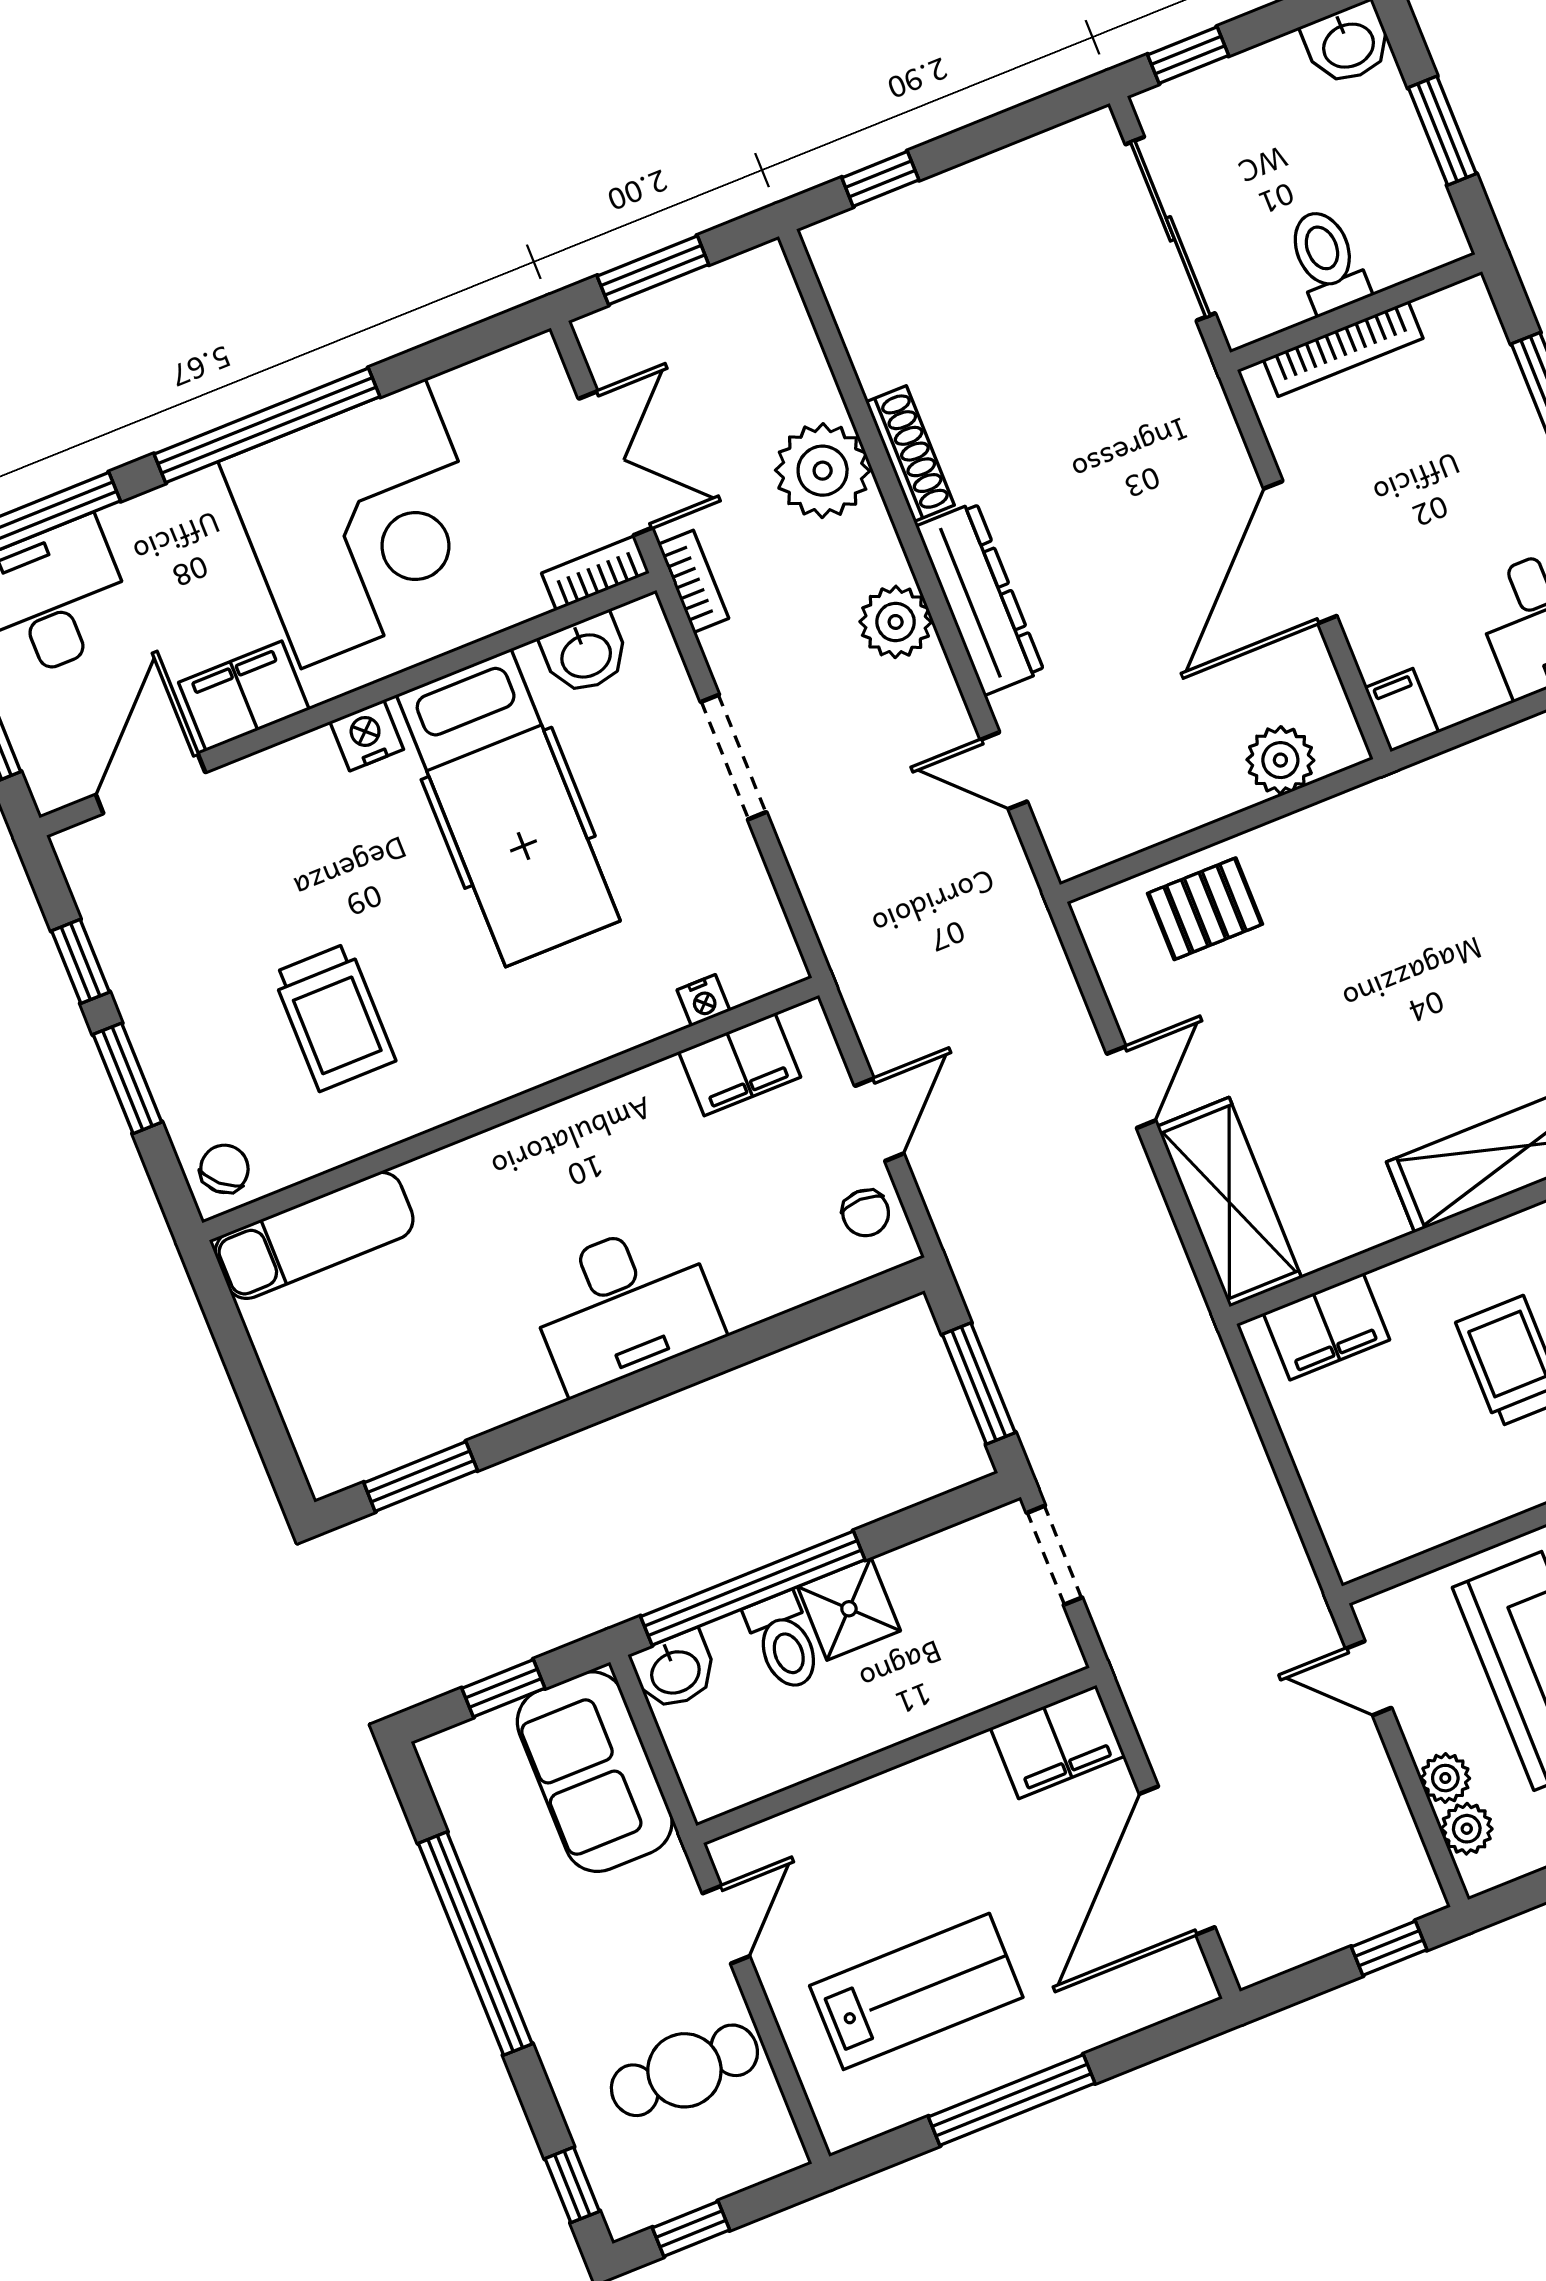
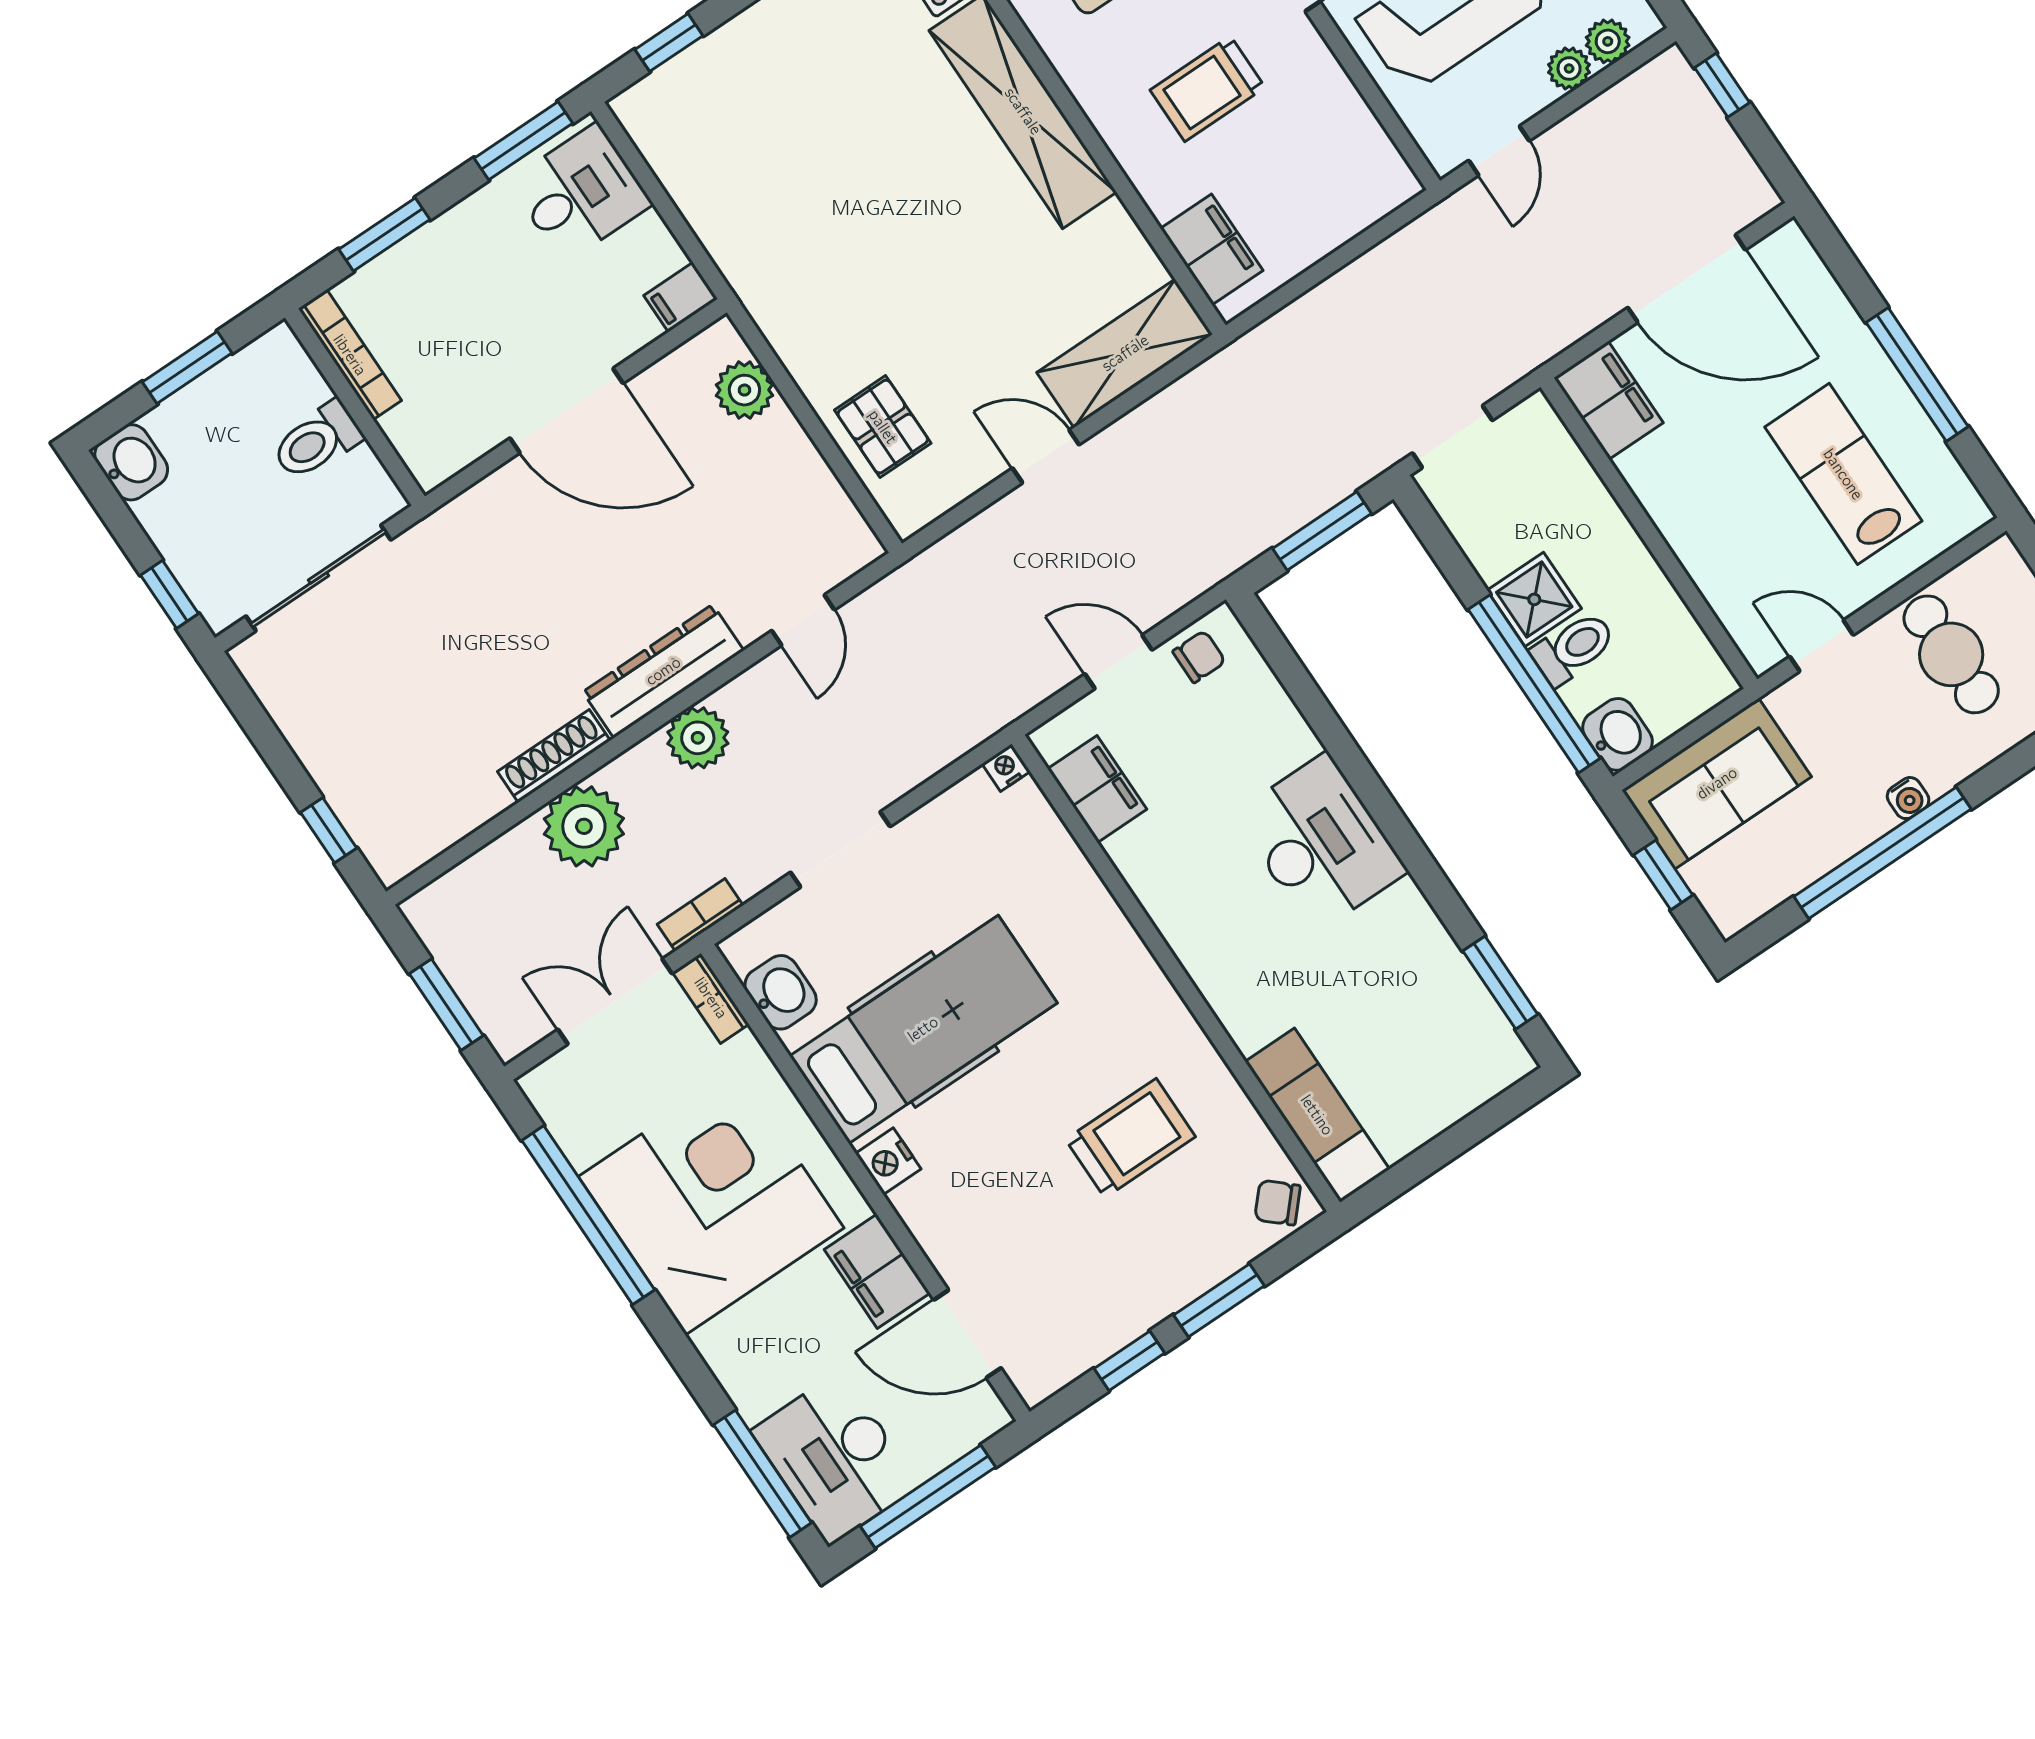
bookcase: (1343, 349) -> (350, 355), moved
window: (267, 425) -> (588, 1215), moved
nightstand: (704, 1000) -> (1006, 768), moved, turned -90
water cooler: (531, 1986) -> (1908, 798), added

